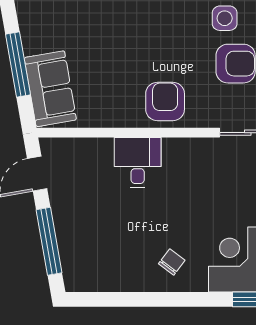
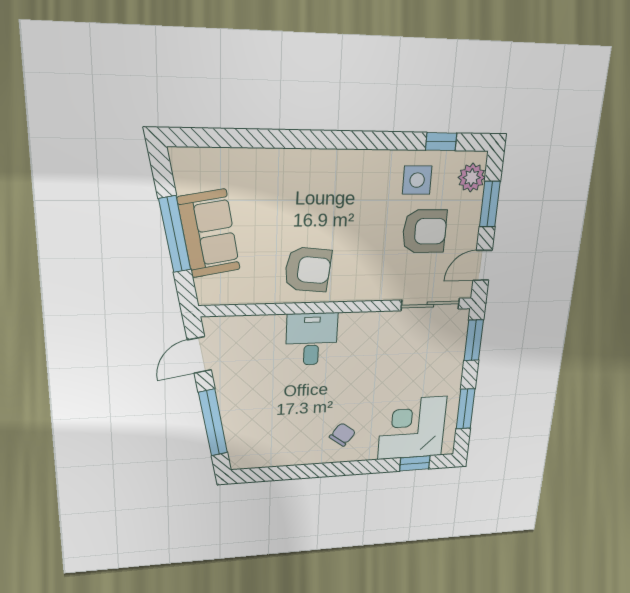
sofa: (50, 89) -> (209, 234), moved
armchair: (165, 101) -> (308, 270), moved, turned 96

